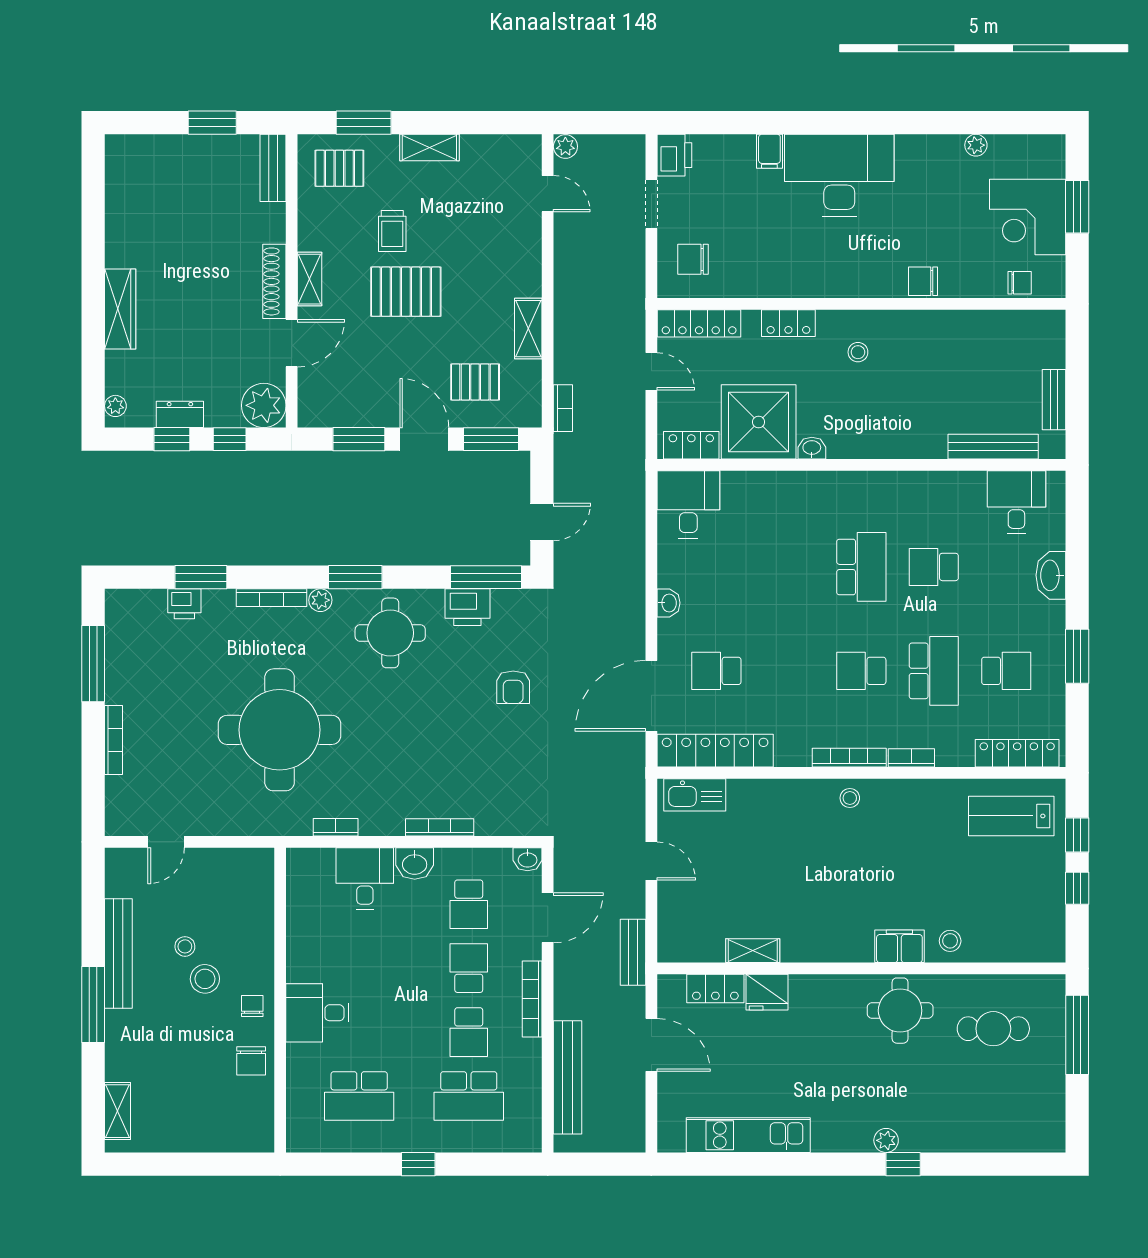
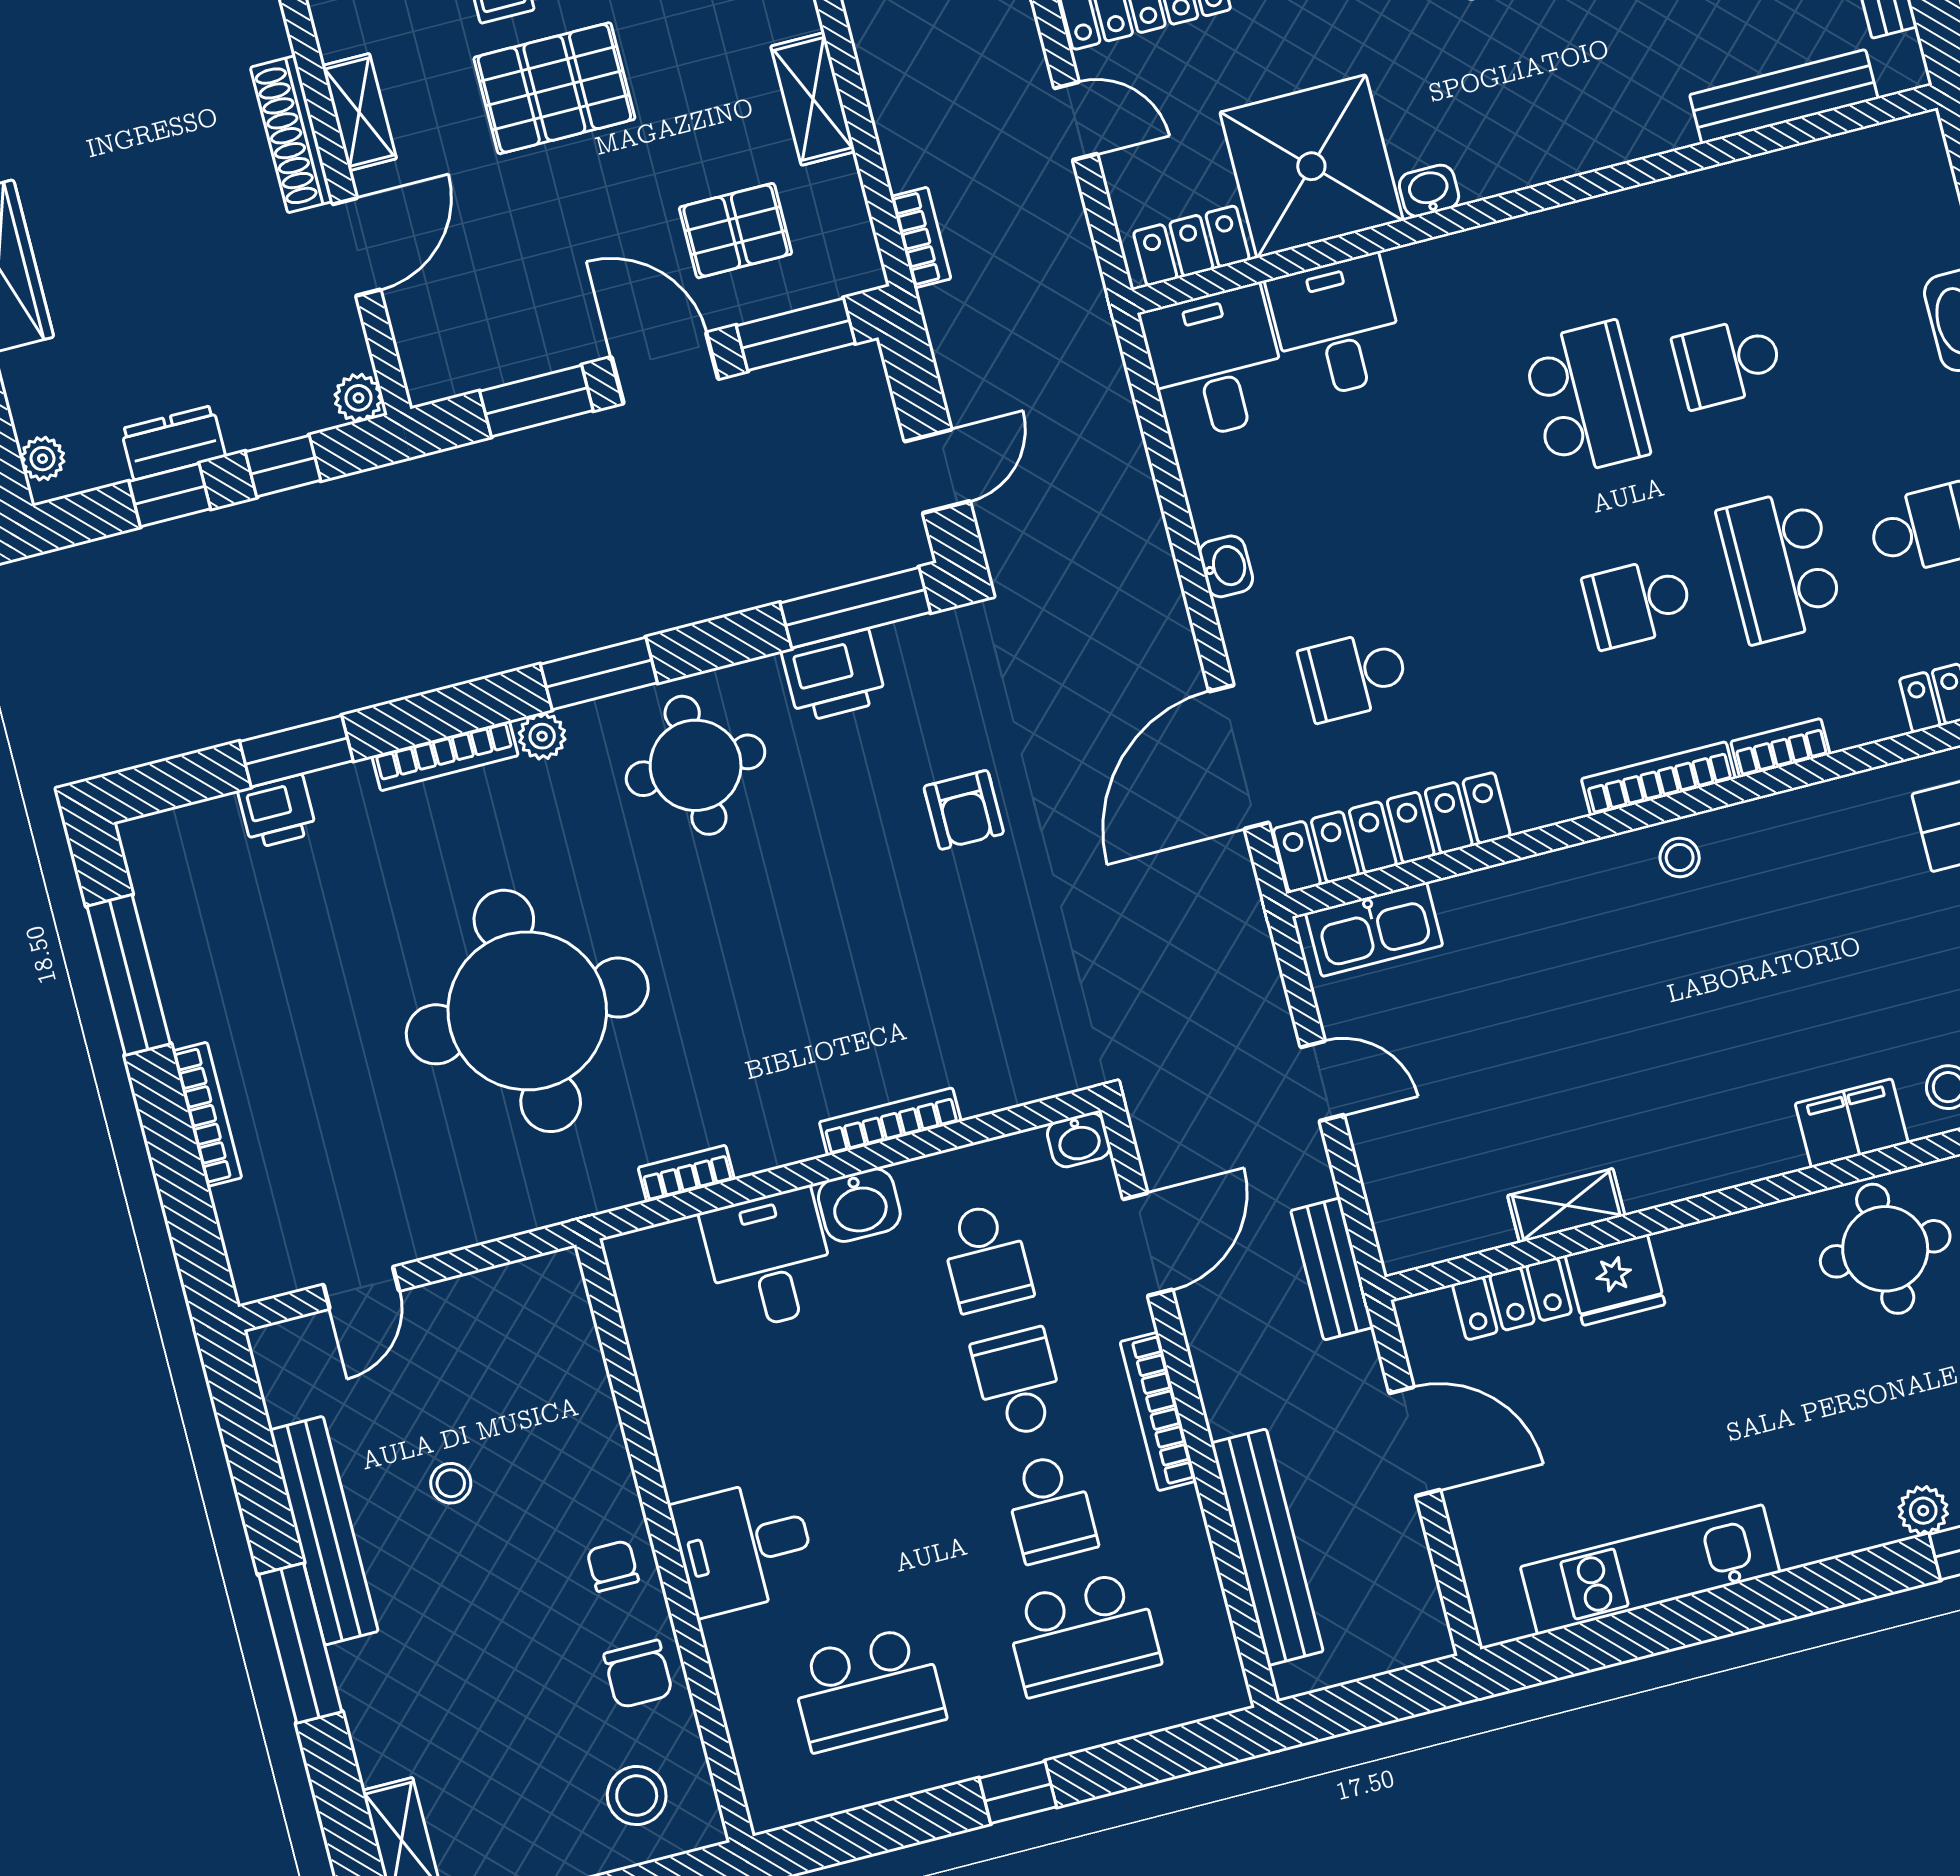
plant: (264, 405) -> (359, 398), width x0.53, depth x0.53
desk: (1016, 502) -> (1337, 327), moved
school desk: (934, 671) -> (1780, 566), turned 180
stool: (205, 979) -> (637, 1795), moved

